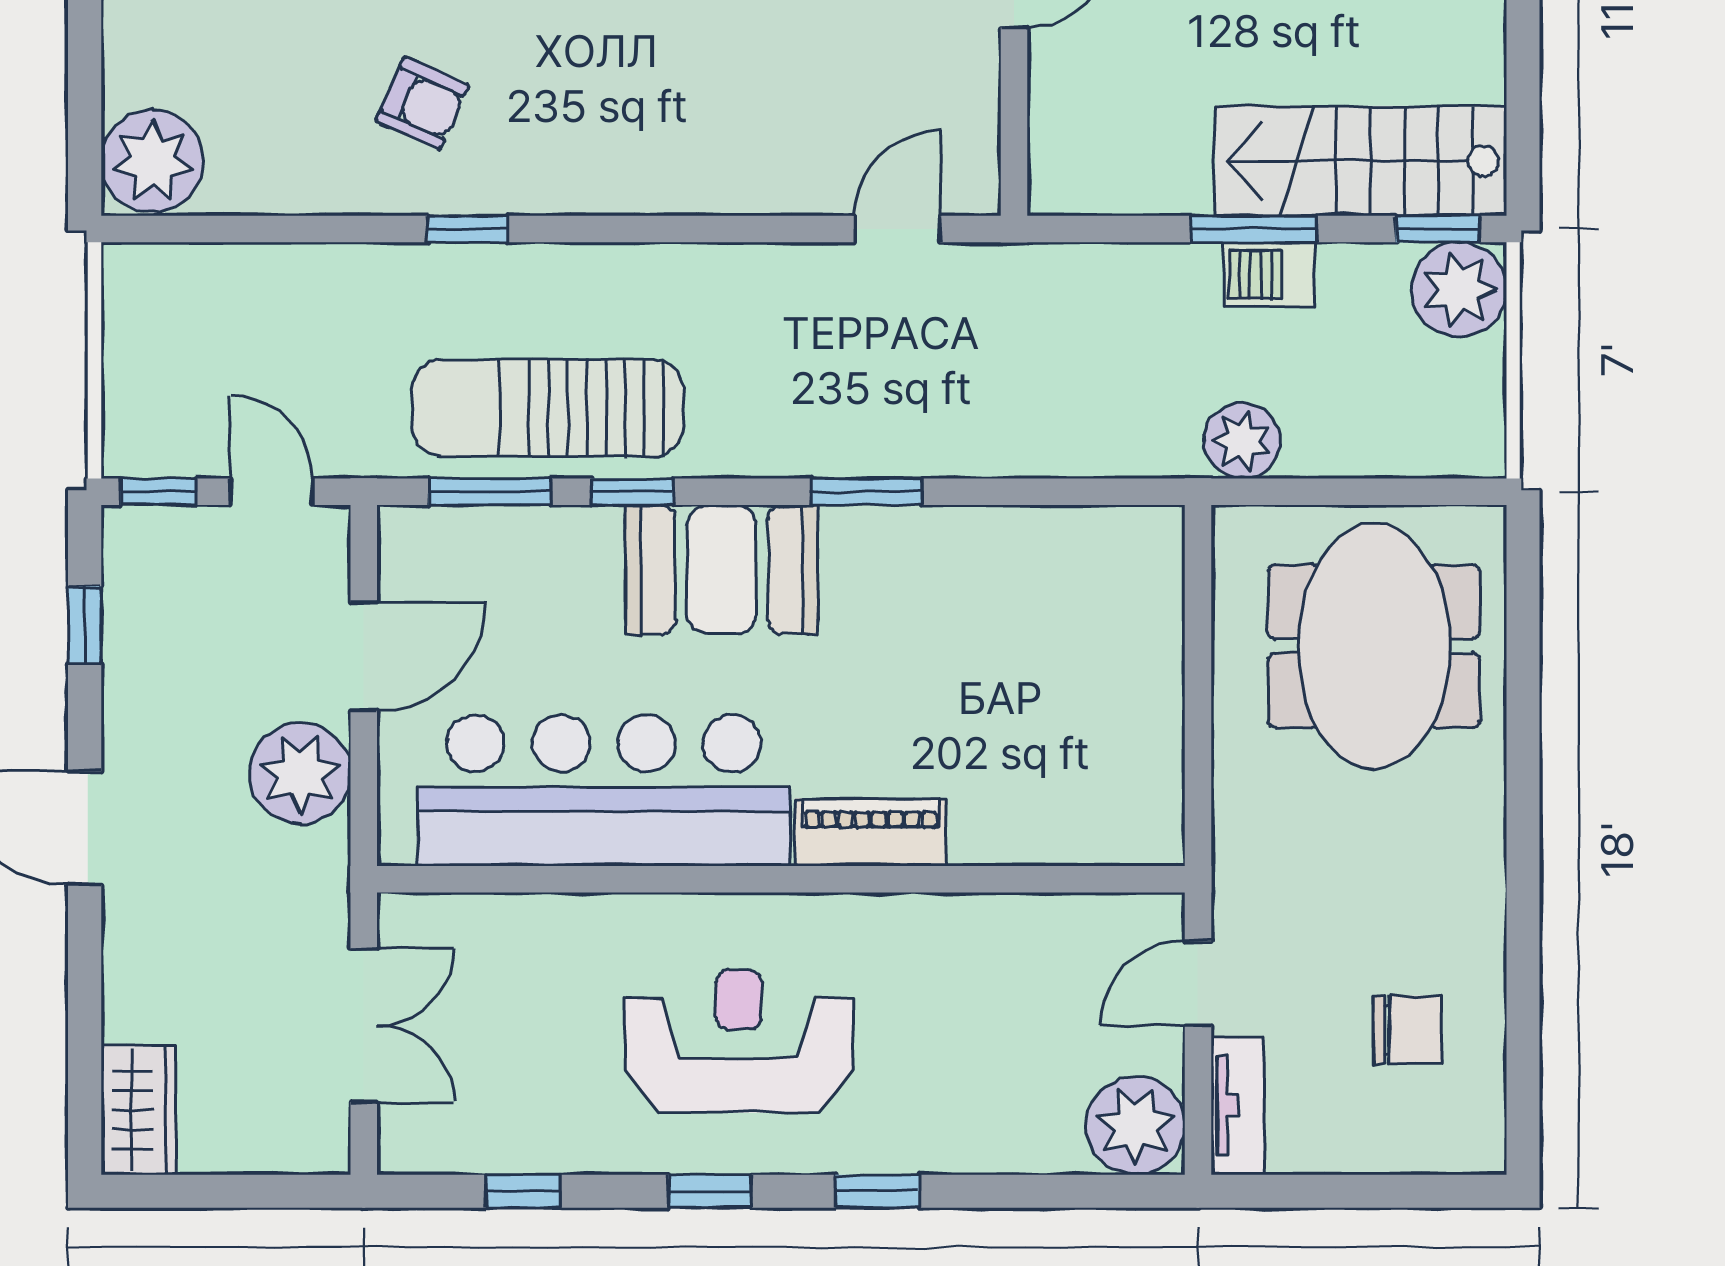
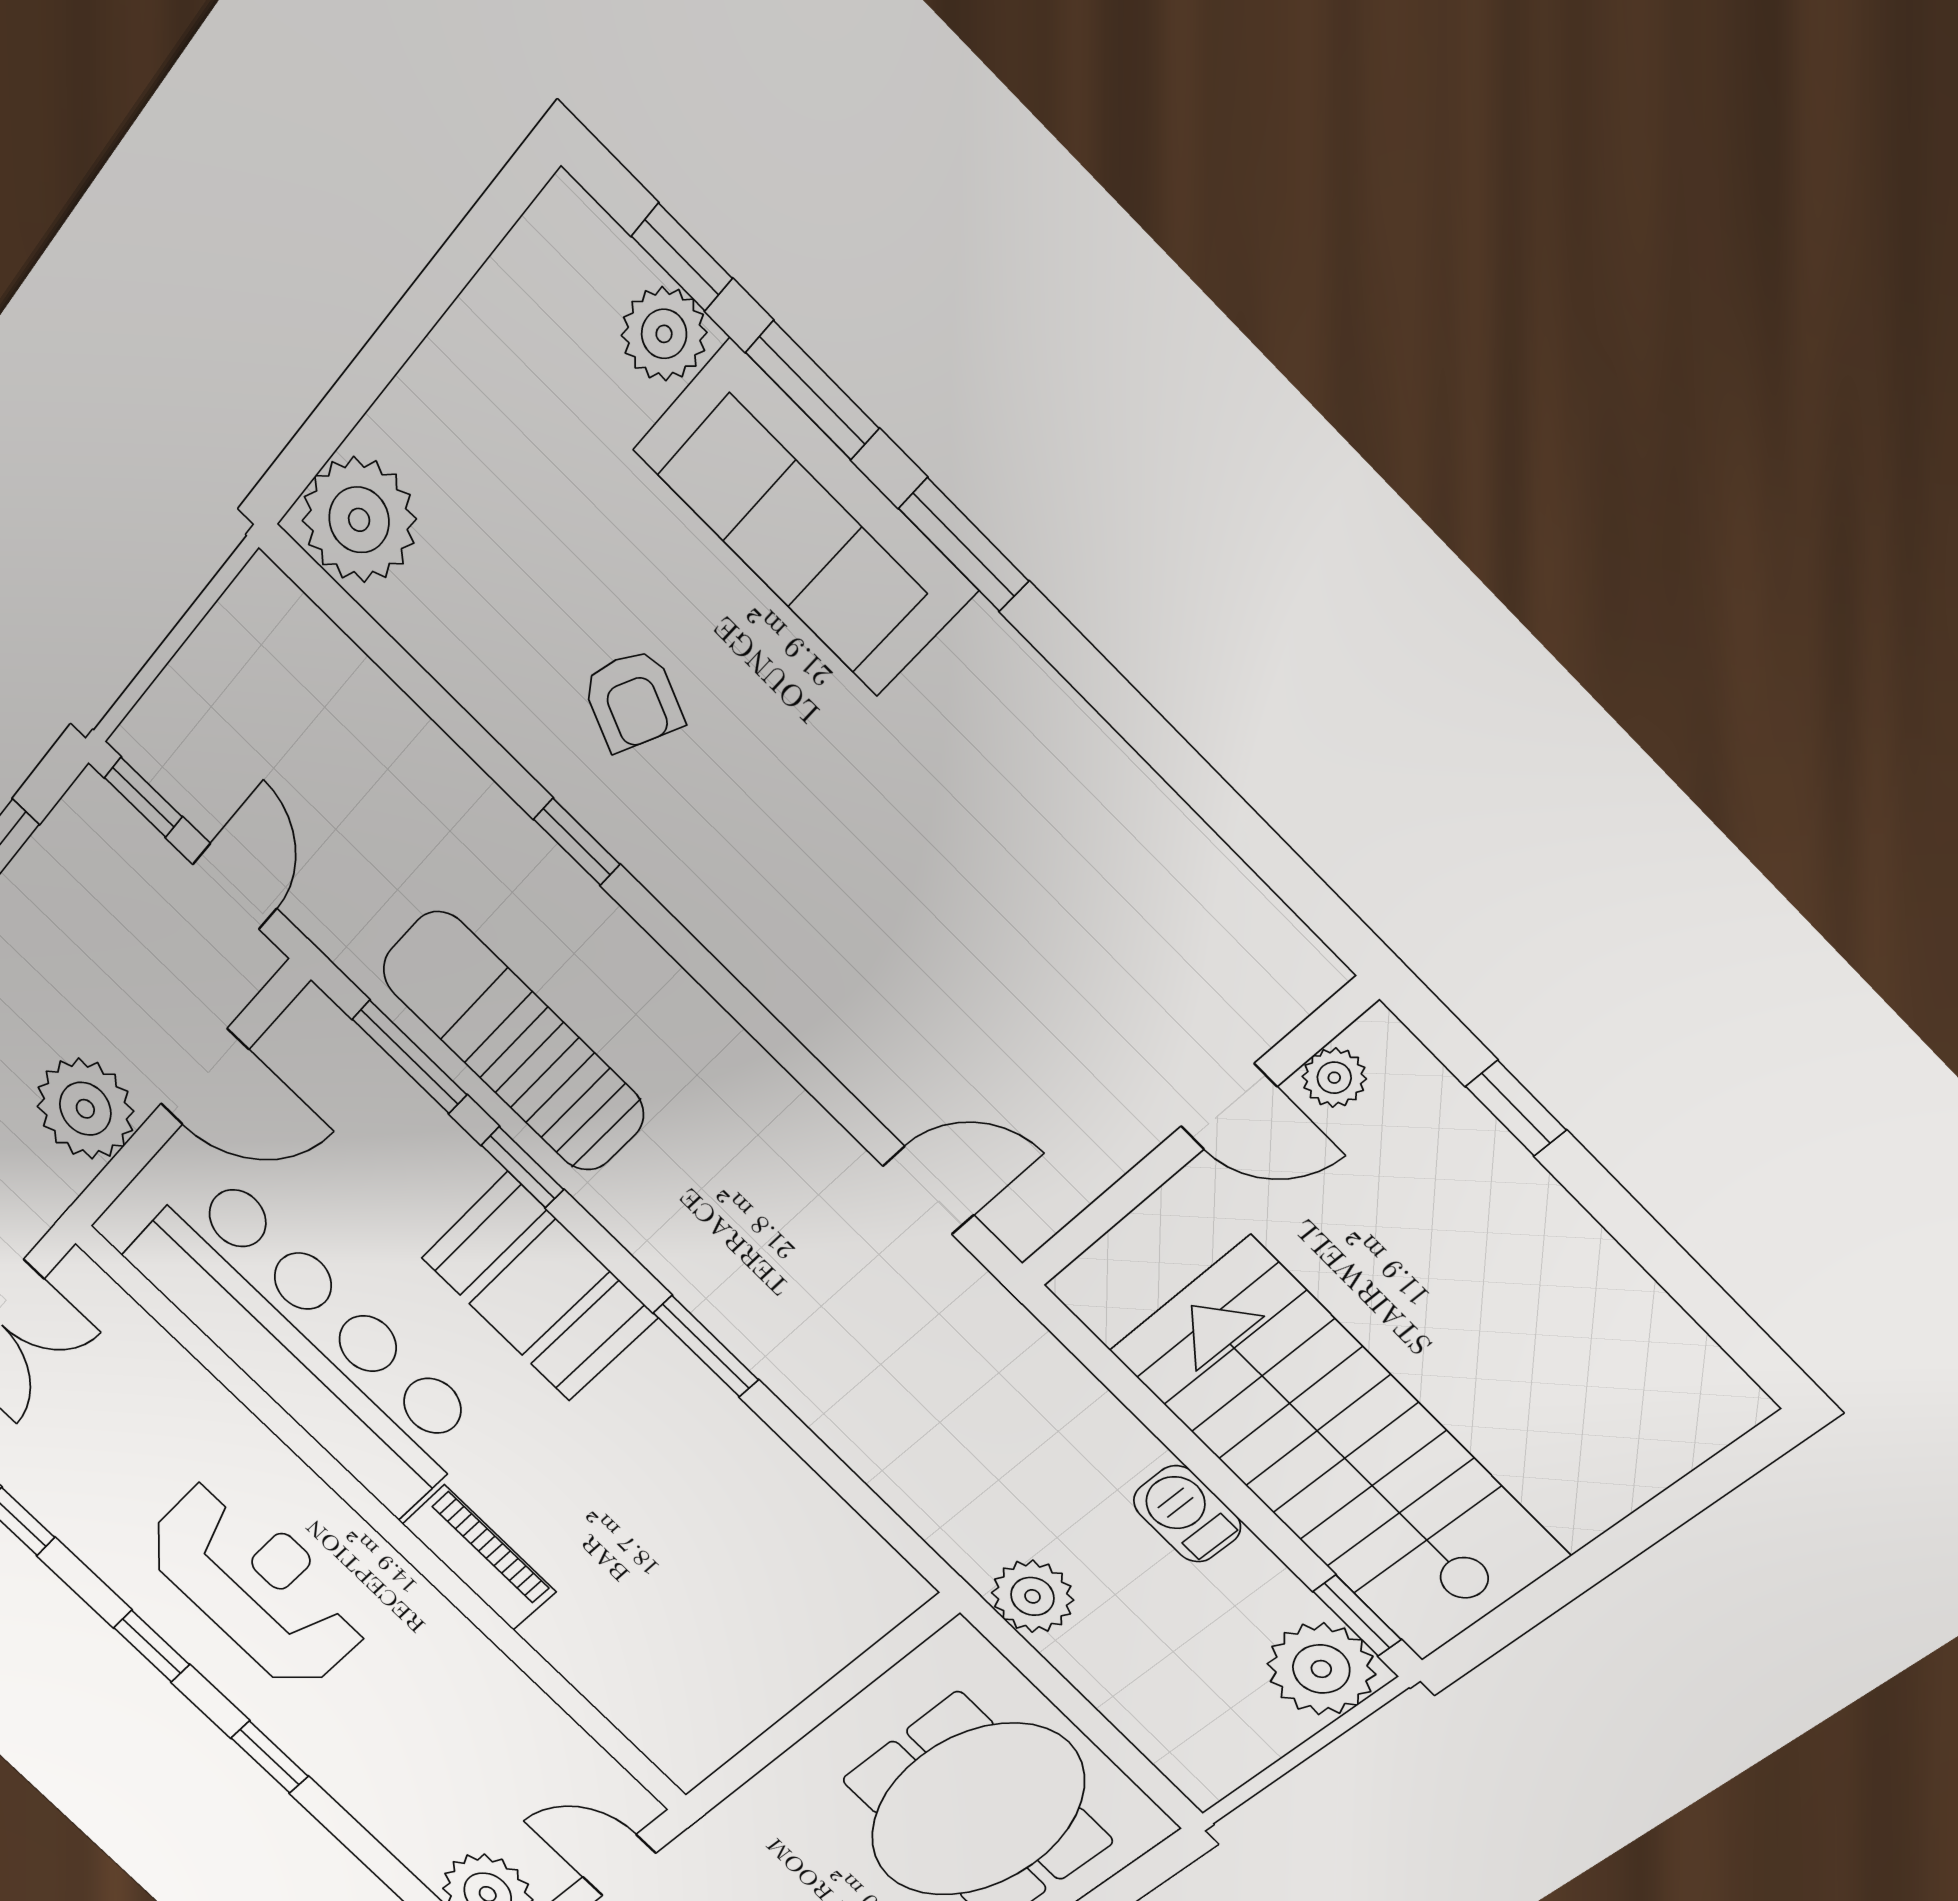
stairs: (1361, 161) -> (1338, 1452), width x1.36, depth x1.51
window: (1254, 229) -> (1213, 1472), removed

